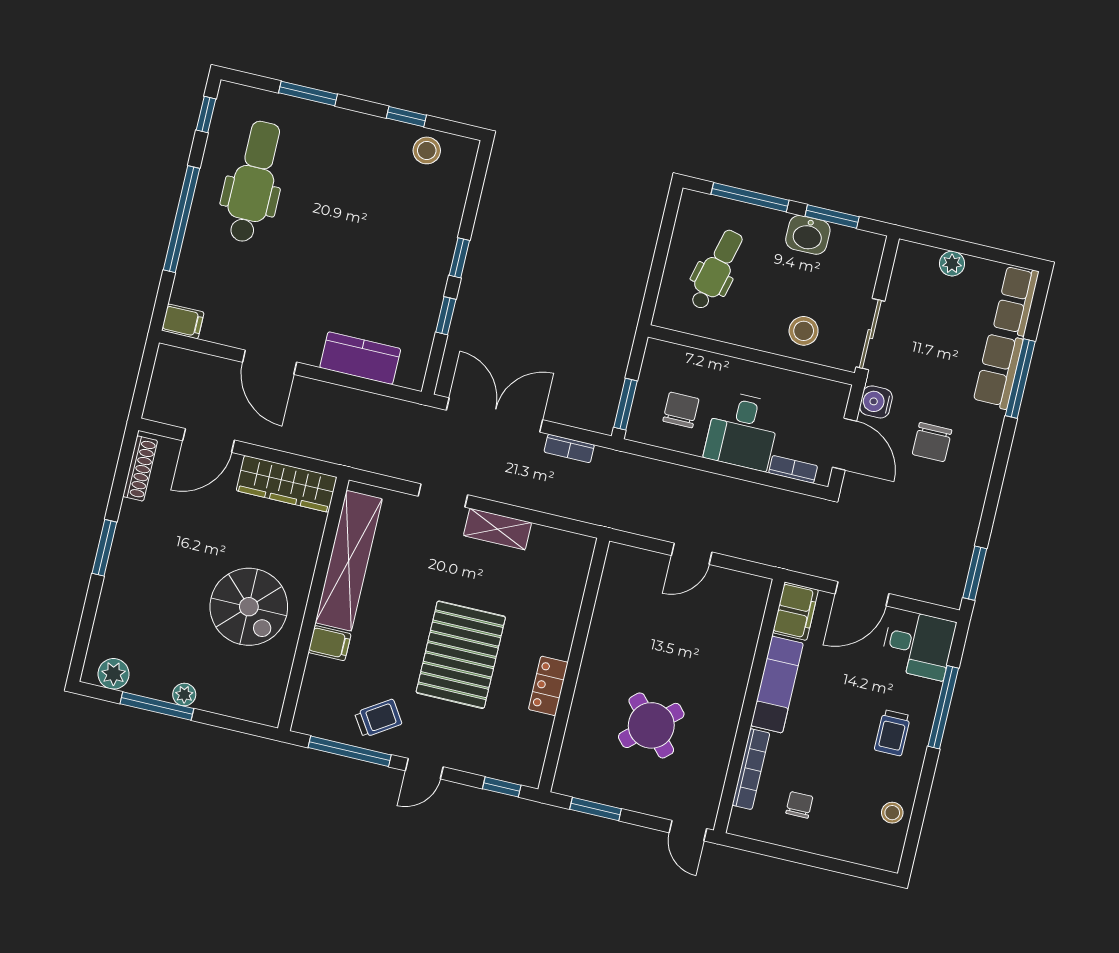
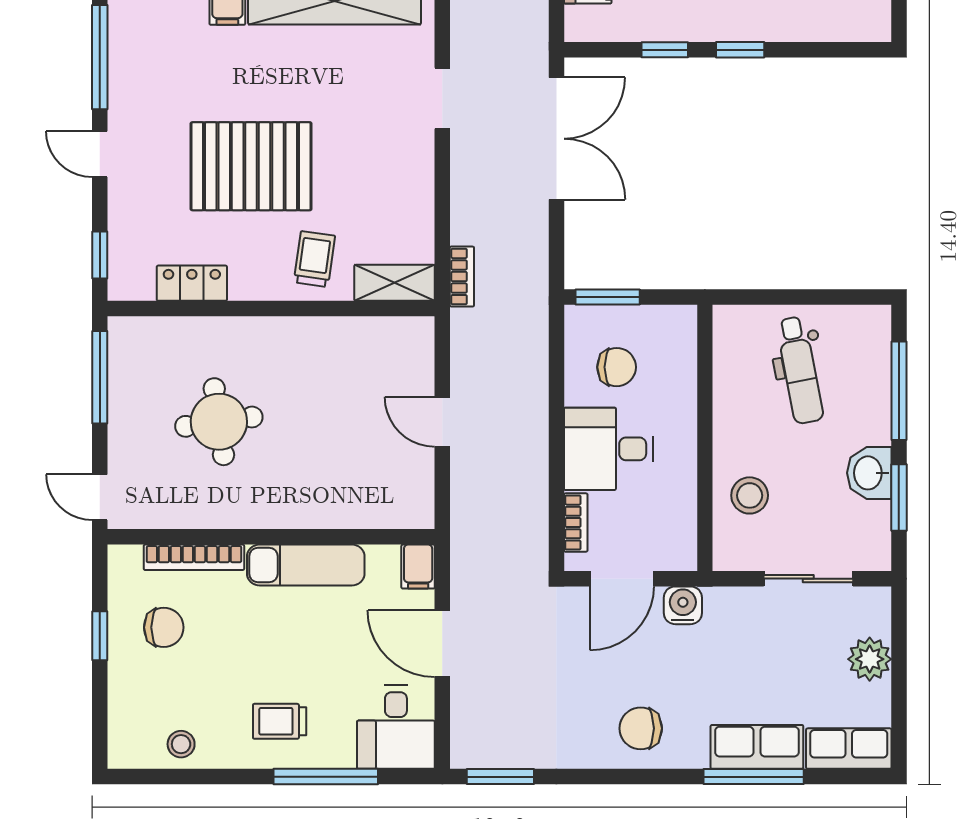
plant: (952, 264) -> (870, 659), width x1.38, depth x1.38
dental chair: (716, 270) -> (800, 370), turned 65
sliding door: (870, 334) -> (808, 579), moved
chair: (932, 442) -> (641, 728), moved
bookcase: (569, 448) -> (462, 277), moved, turned 180
shelving: (497, 529) -> (395, 283), moved, turned 90
filing cabinet: (796, 611) -> (418, 567), width x0.50
locker: (548, 686) -> (192, 283), moved
trolley: (378, 718) -> (314, 259), moved, turned -139
round table: (651, 725) -> (219, 422), turned 34
chair: (799, 805) -> (164, 627), width x1.37, depth x1.37
window: (596, 809) -> (100, 377), width x1.44
door: (688, 831) -> (100, 497), hinge flipped
window: (794, 856) -> (100, 636), added

